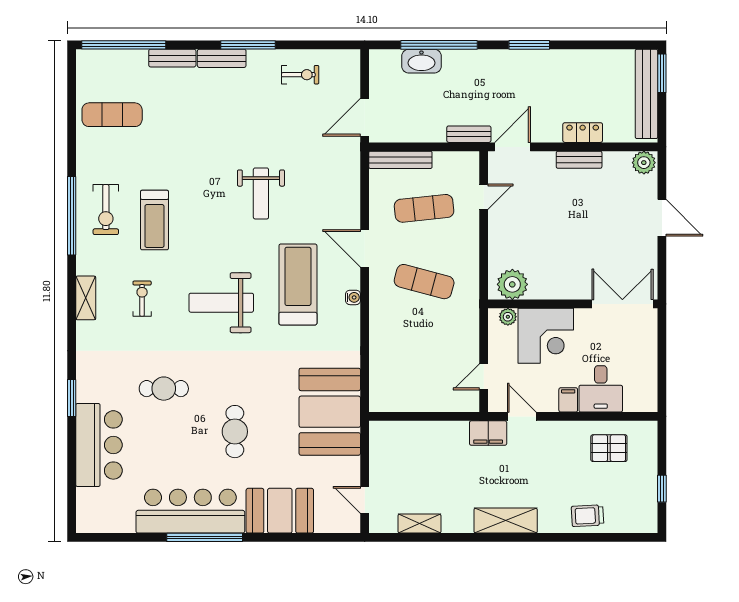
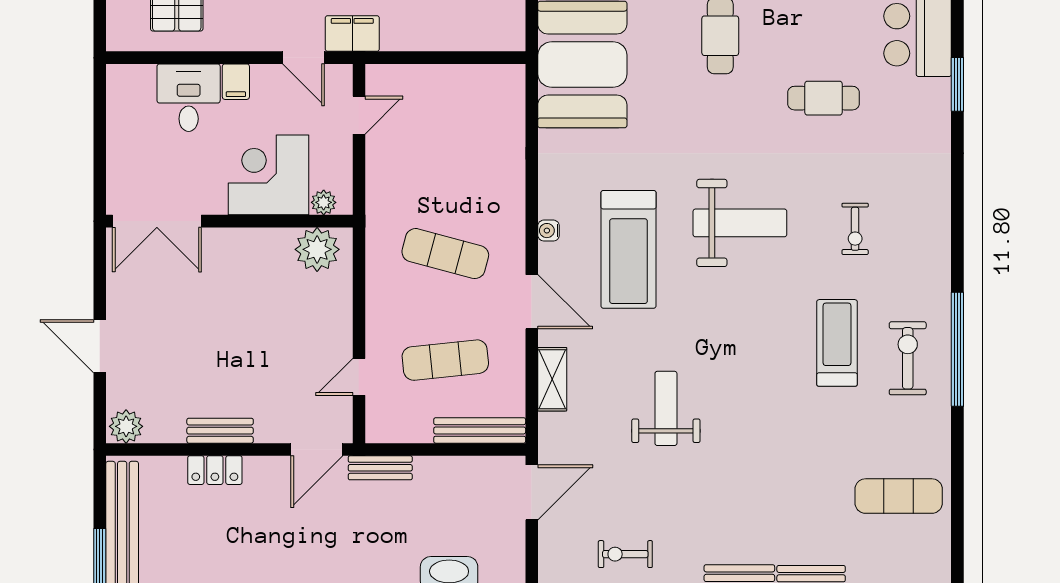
weight bench: (261, 193) -> (666, 408), moved
shelving: (86, 298) -> (552, 379), moved

